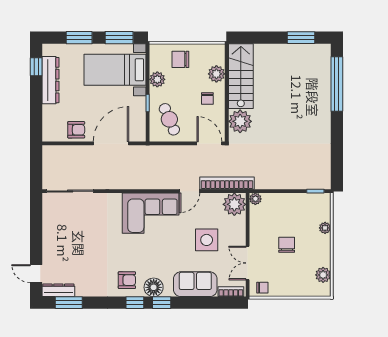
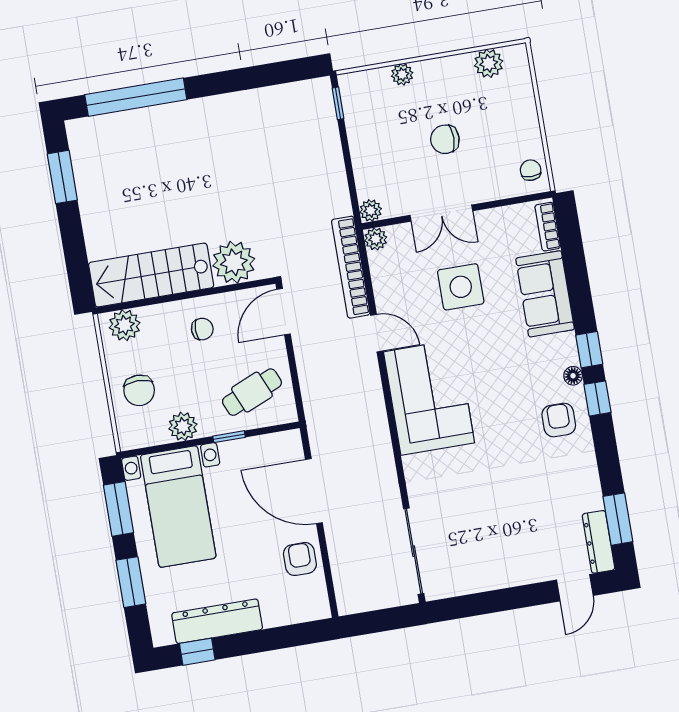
plant: (216, 74) -> (125, 325), moved
plant: (234, 204) -> (376, 239), width x0.53, depth x0.53
double door: (248, 263) -> (441, 213), moved
floor lamp: (154, 287) -> (573, 376), width x0.53, depth x0.53

